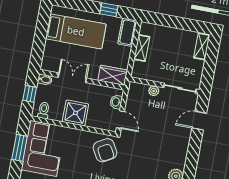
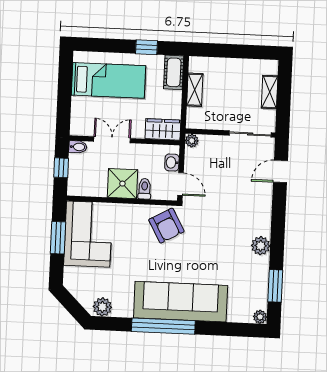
shelving: (202, 46) -> (270, 92), moved
plant: (154, 91) -> (192, 141), moved
toilet: (44, 110) -> (145, 189), moved

